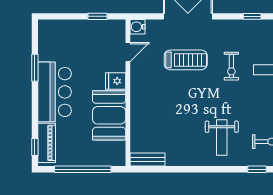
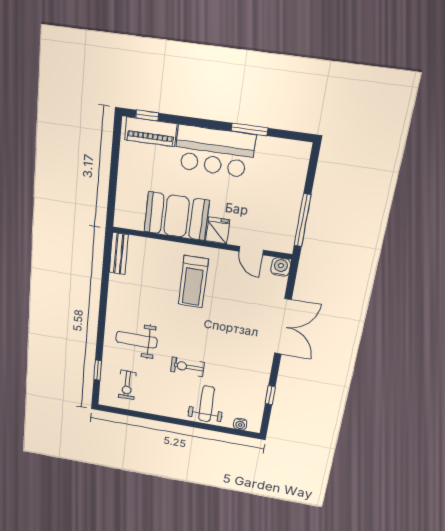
window: (97, 16) -> (302, 220), width x2.17
treadmill: (186, 60) -> (193, 282), moved
exercise bike: (231, 66) -> (187, 367), moved
window: (83, 169) -> (114, 174), removed

